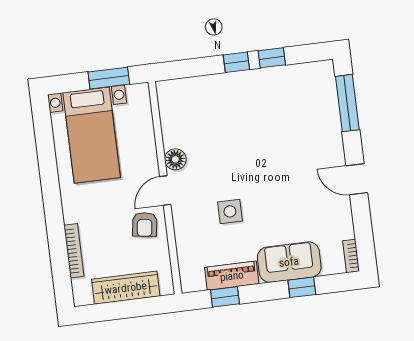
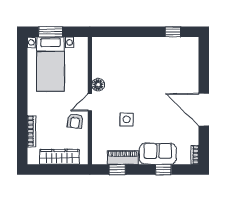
window: (272, 58) -> (173, 32), moved
window: (236, 62) -> (141, 32), removed
window: (109, 78) -> (51, 32), moved
window: (347, 103) -> (204, 64), removed
door: (357, 179) -> (204, 110), width x1.88

